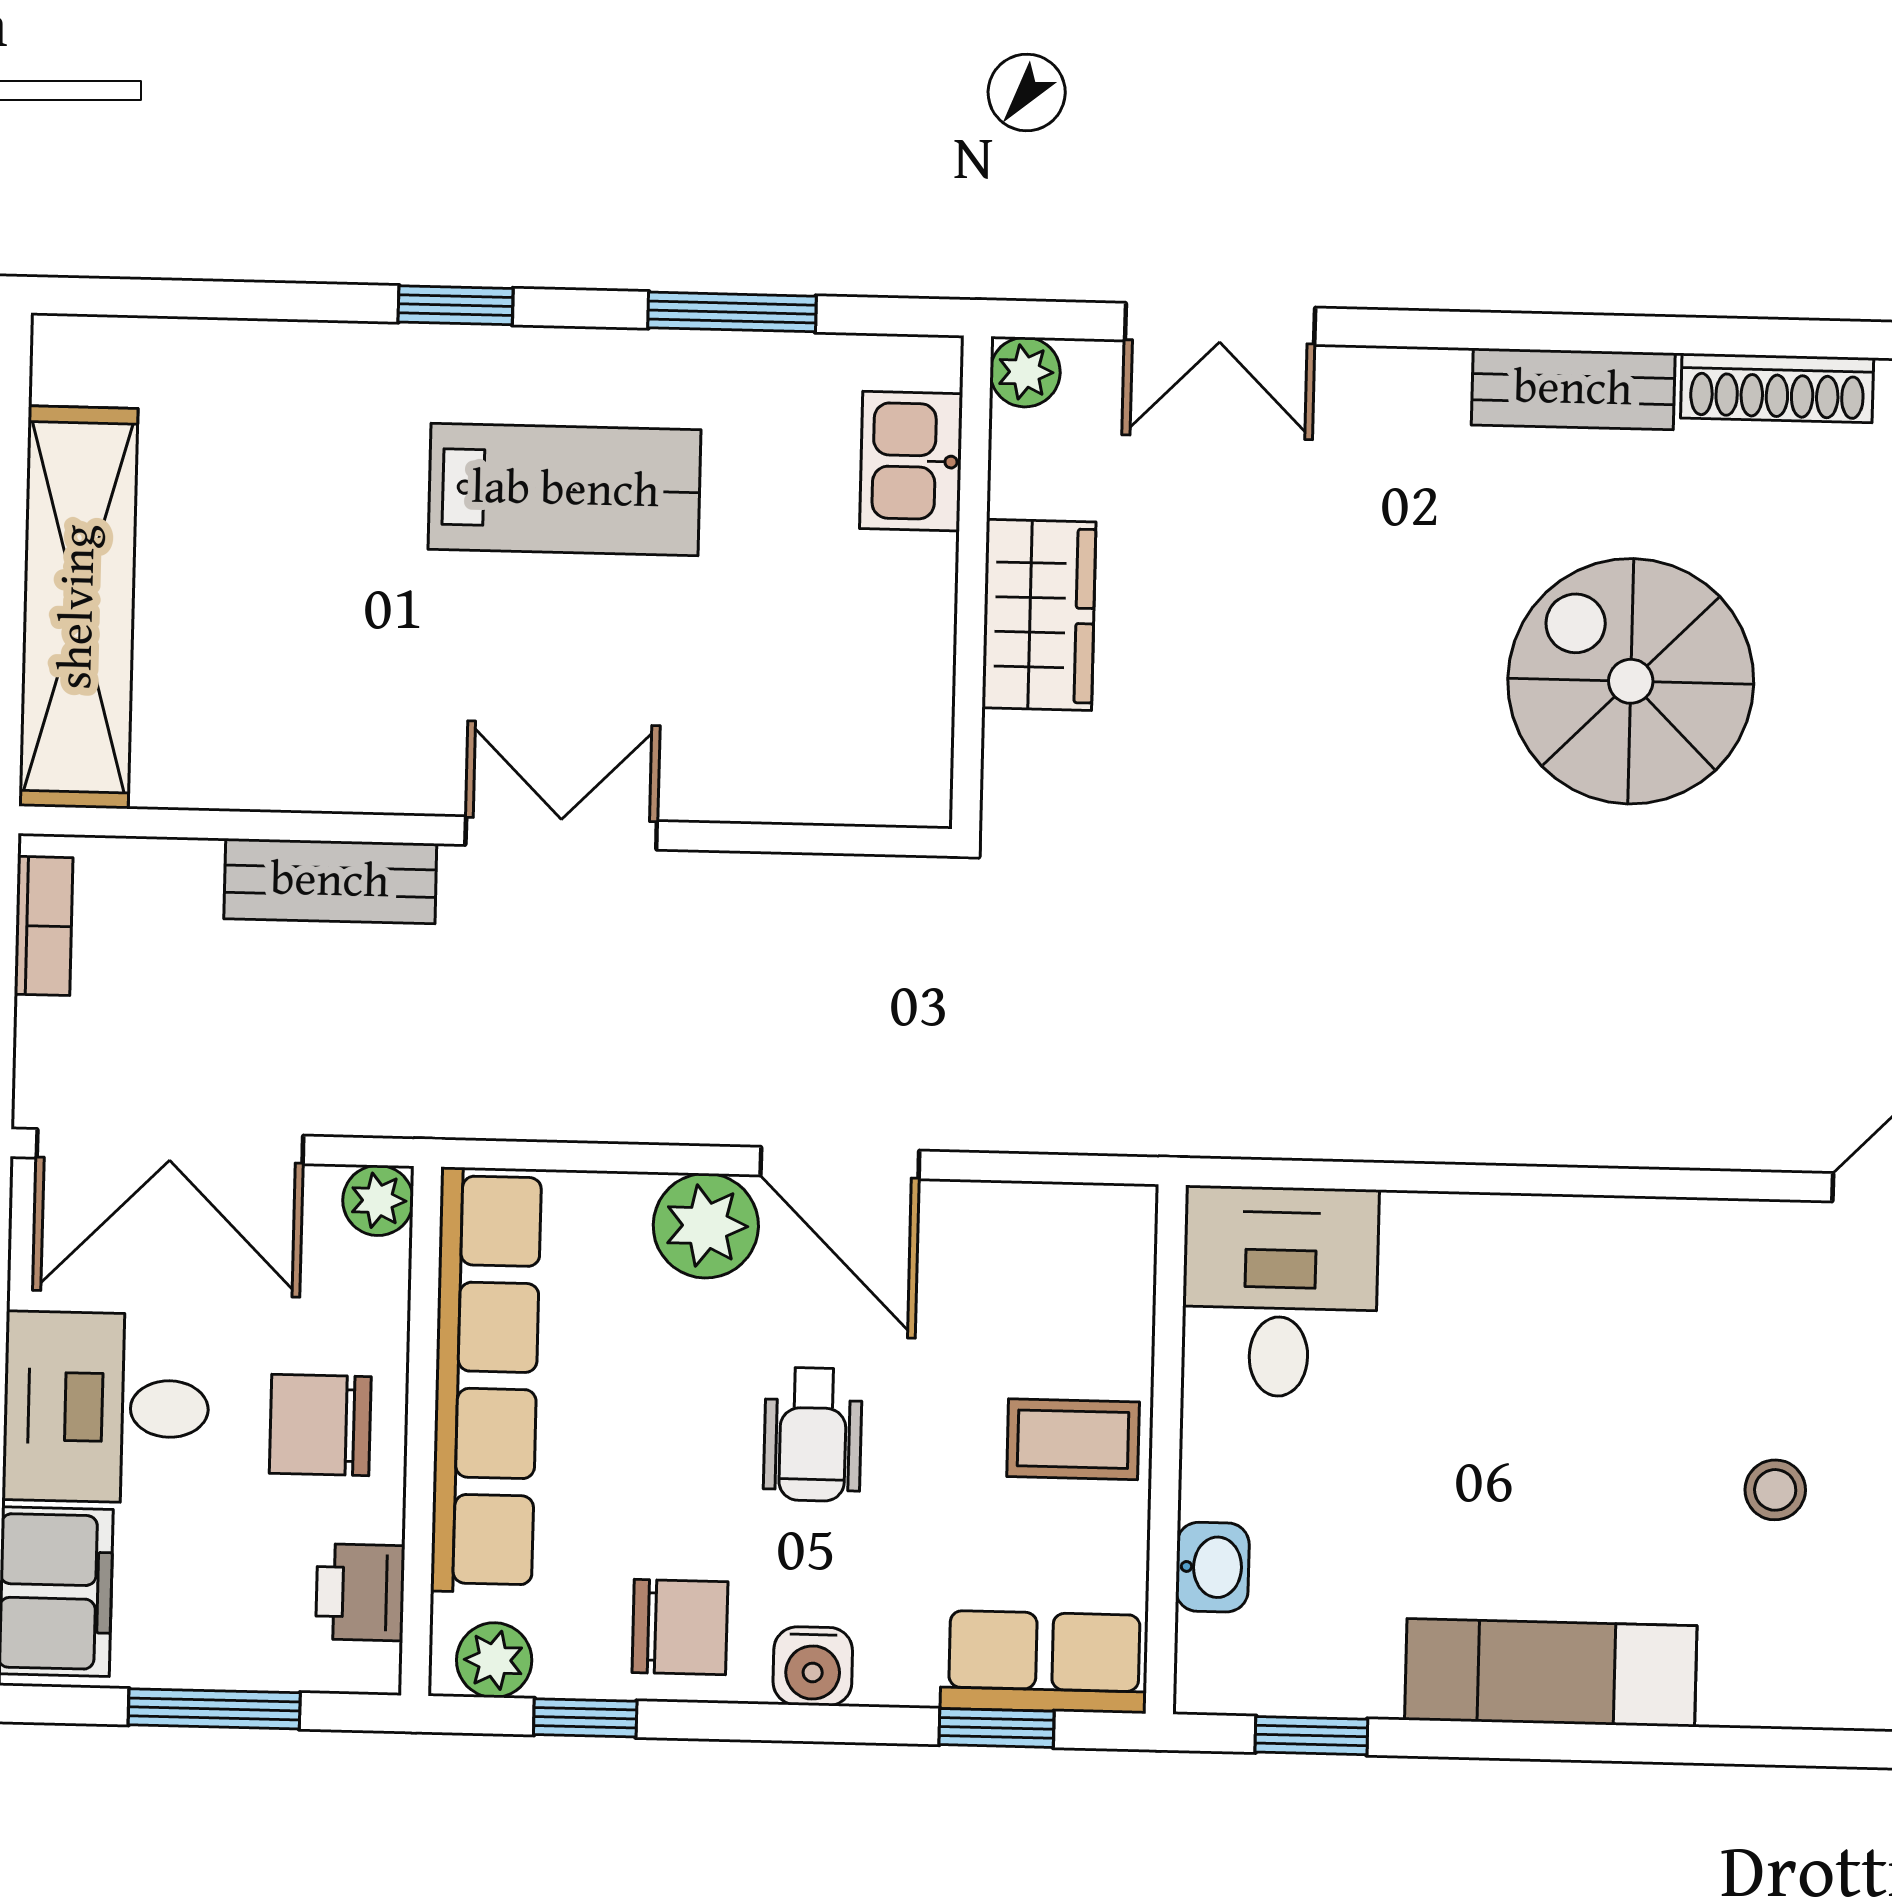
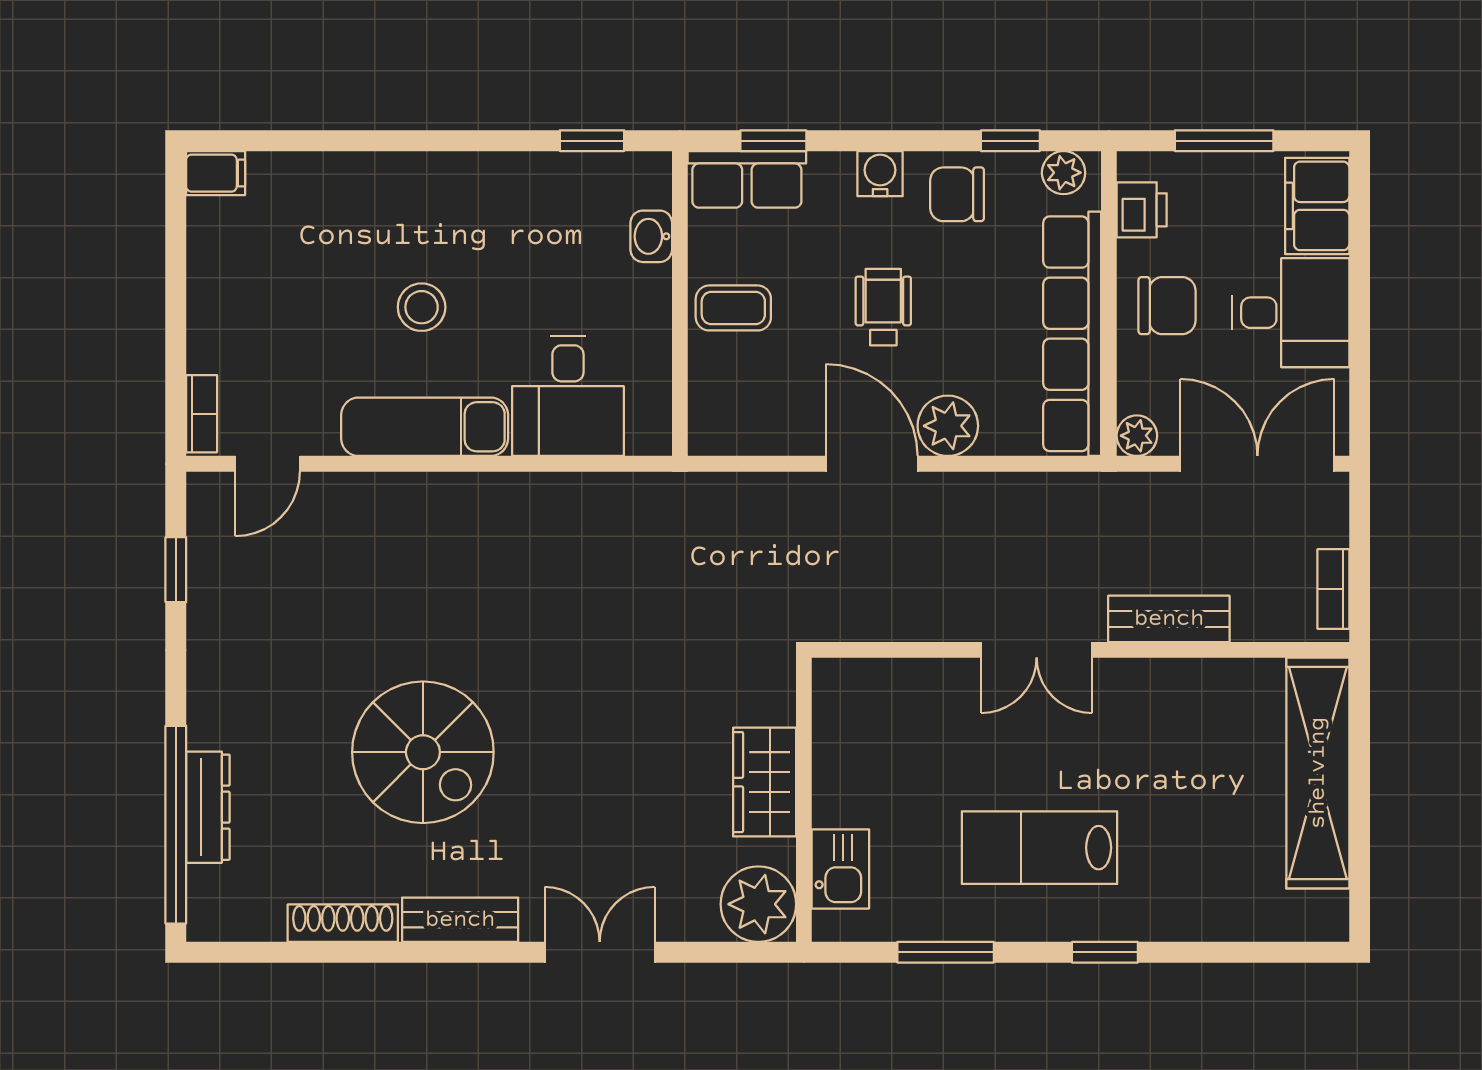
double door: (1220, 324) -> (600, 952), moved
plant: (1025, 372) -> (758, 904), width x1.88, depth x1.88
desk: (1280, 1292) -> (568, 396), moved
stool: (1775, 1490) -> (422, 307), moved, width x1.37, depth x1.37
exam couch: (1551, 1673) -> (425, 427), moved, turned 180

